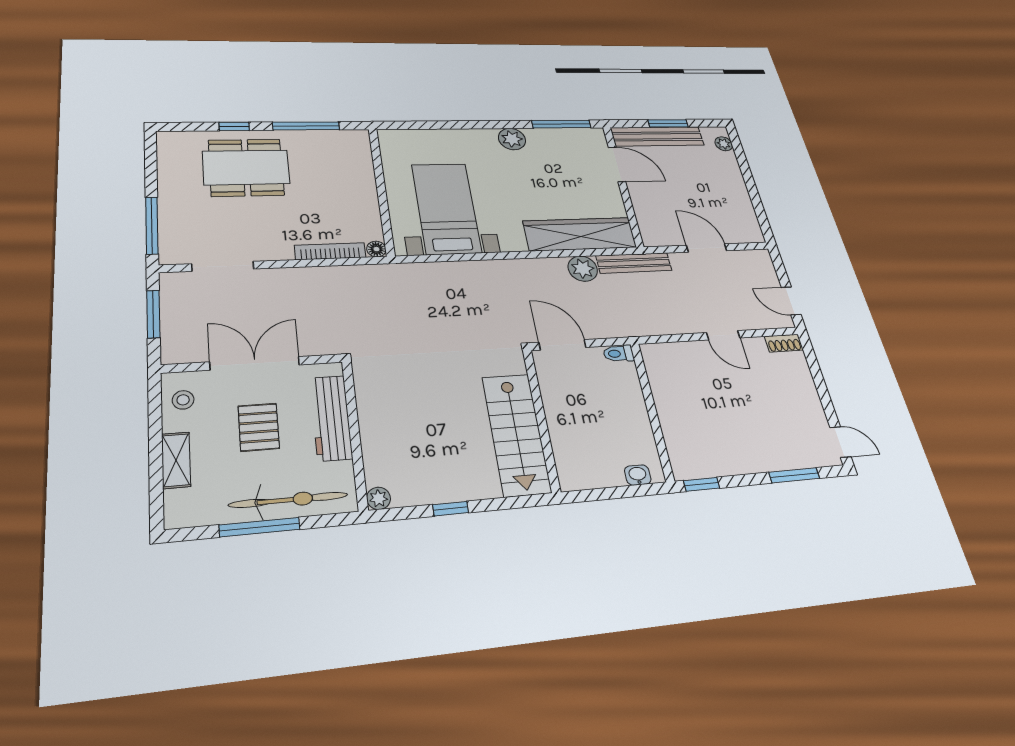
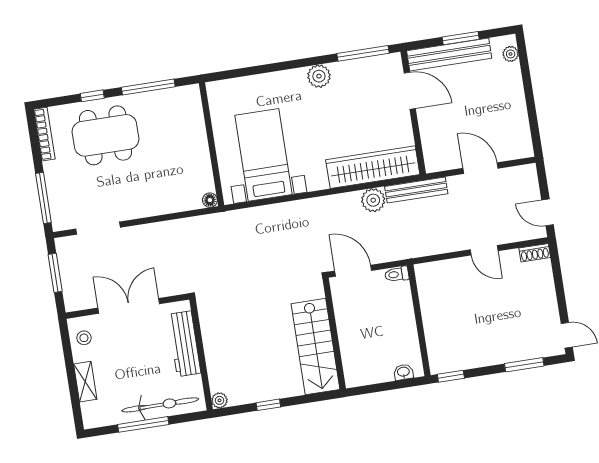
bookcase: (330, 251) -> (44, 134), moved, turned 90
pallet: (259, 427) -> (136, 354), removed

